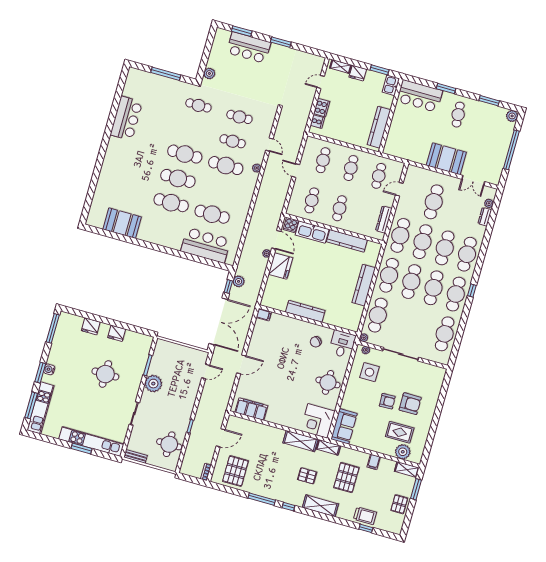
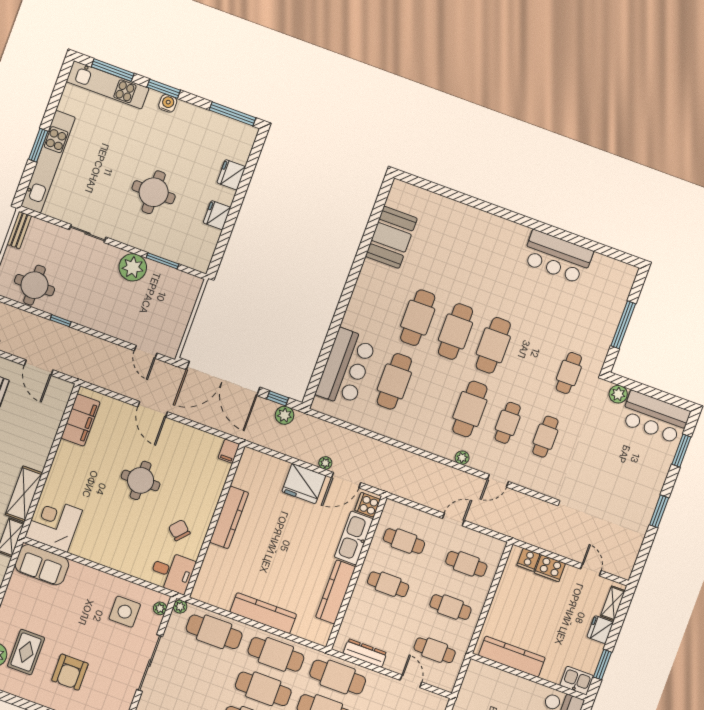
bar counter: (249, 48) -> (655, 417), moved, turned -90
round table: (328, 382) -> (141, 480), moved
armchair: (387, 401) -> (77, 636), removed

